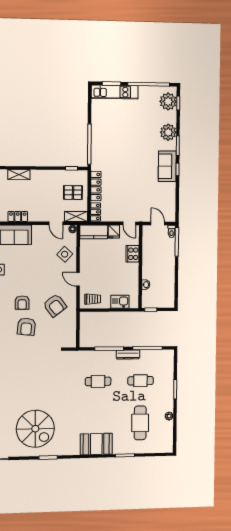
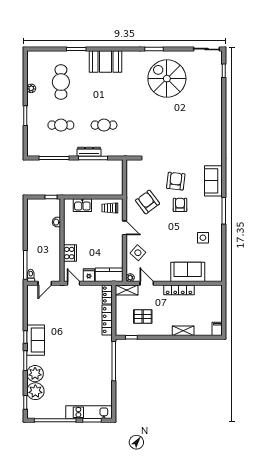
plant: (168, 101) -> (35, 391), moved
pallet: (73, 193) -> (143, 317), moved
locker: (18, 216) -> (179, 290), width x1.53
door: (158, 223) -> (45, 283), hinge flipped
dresser: (128, 355) -> (89, 152), moved

